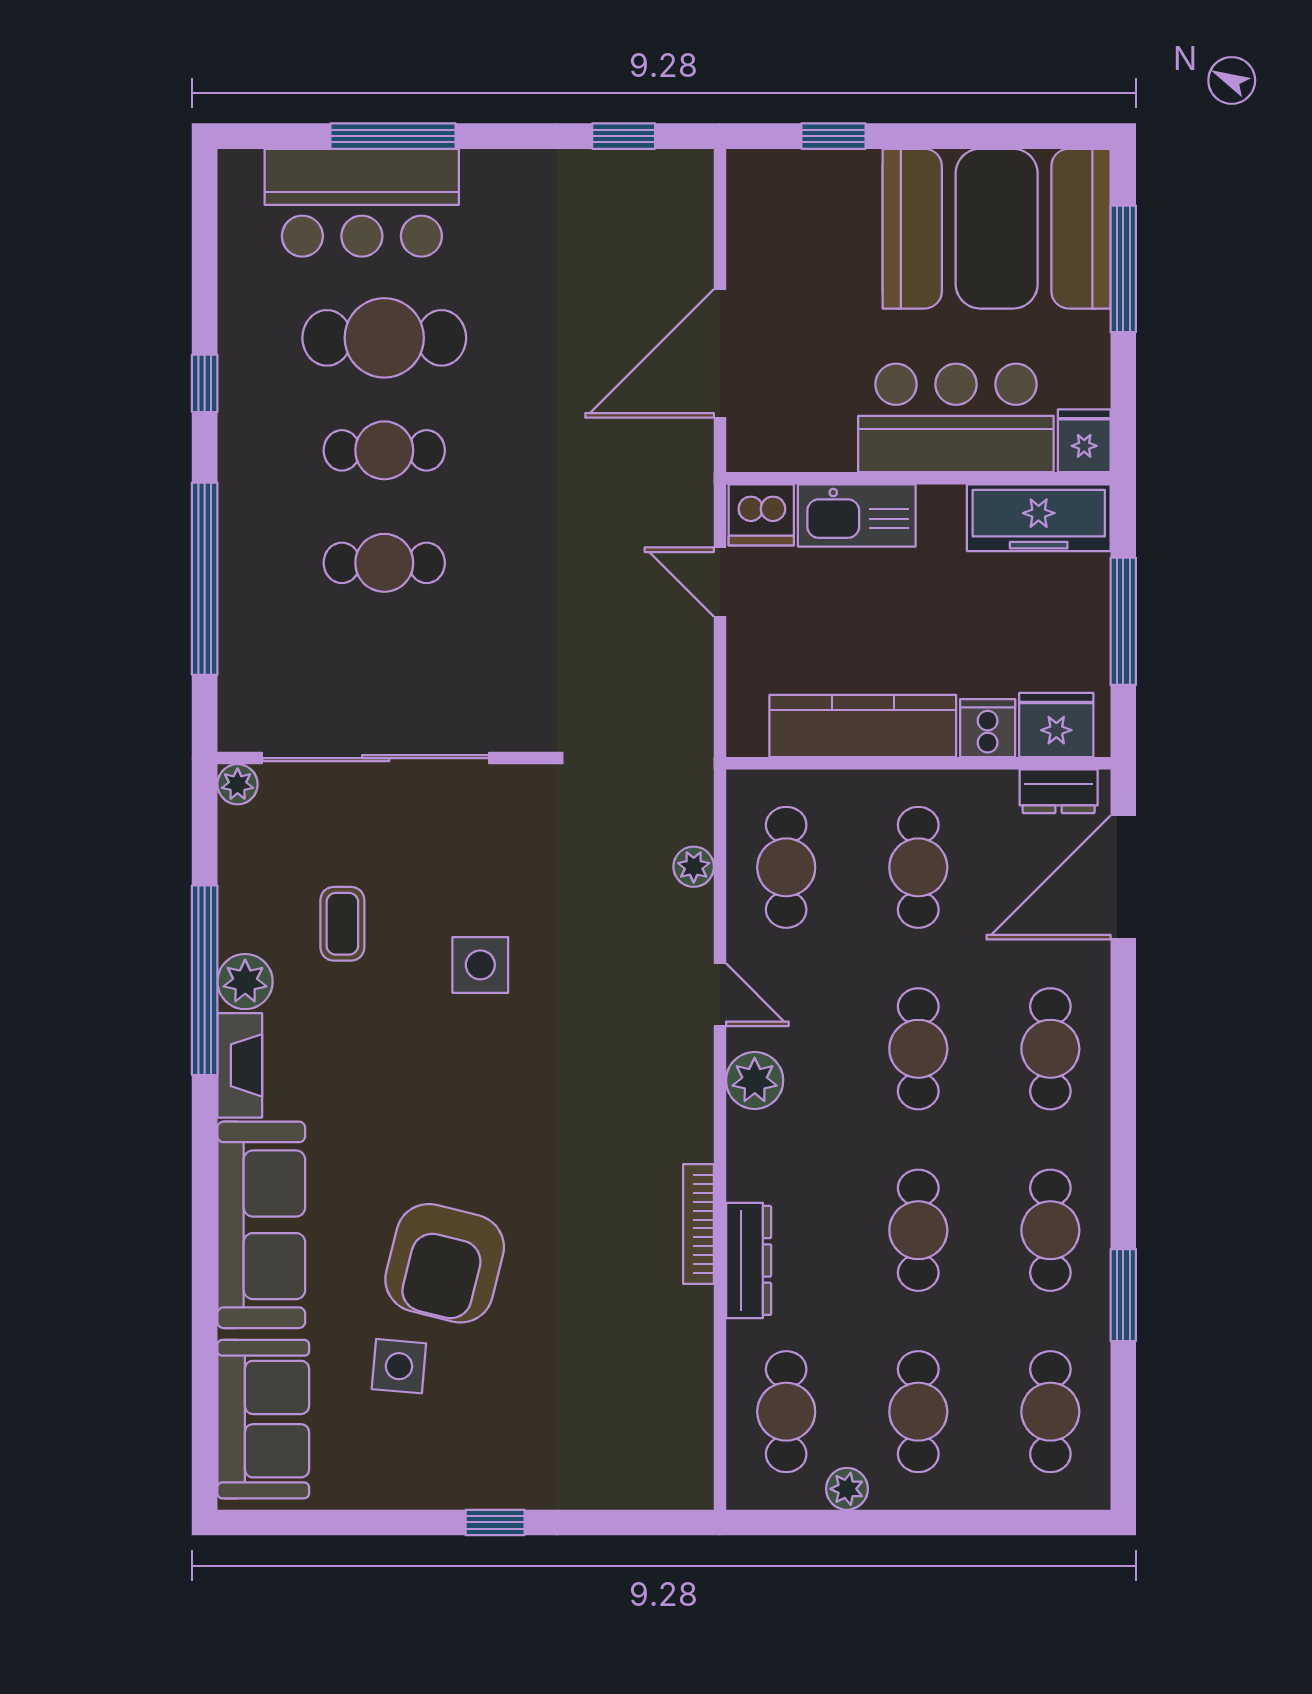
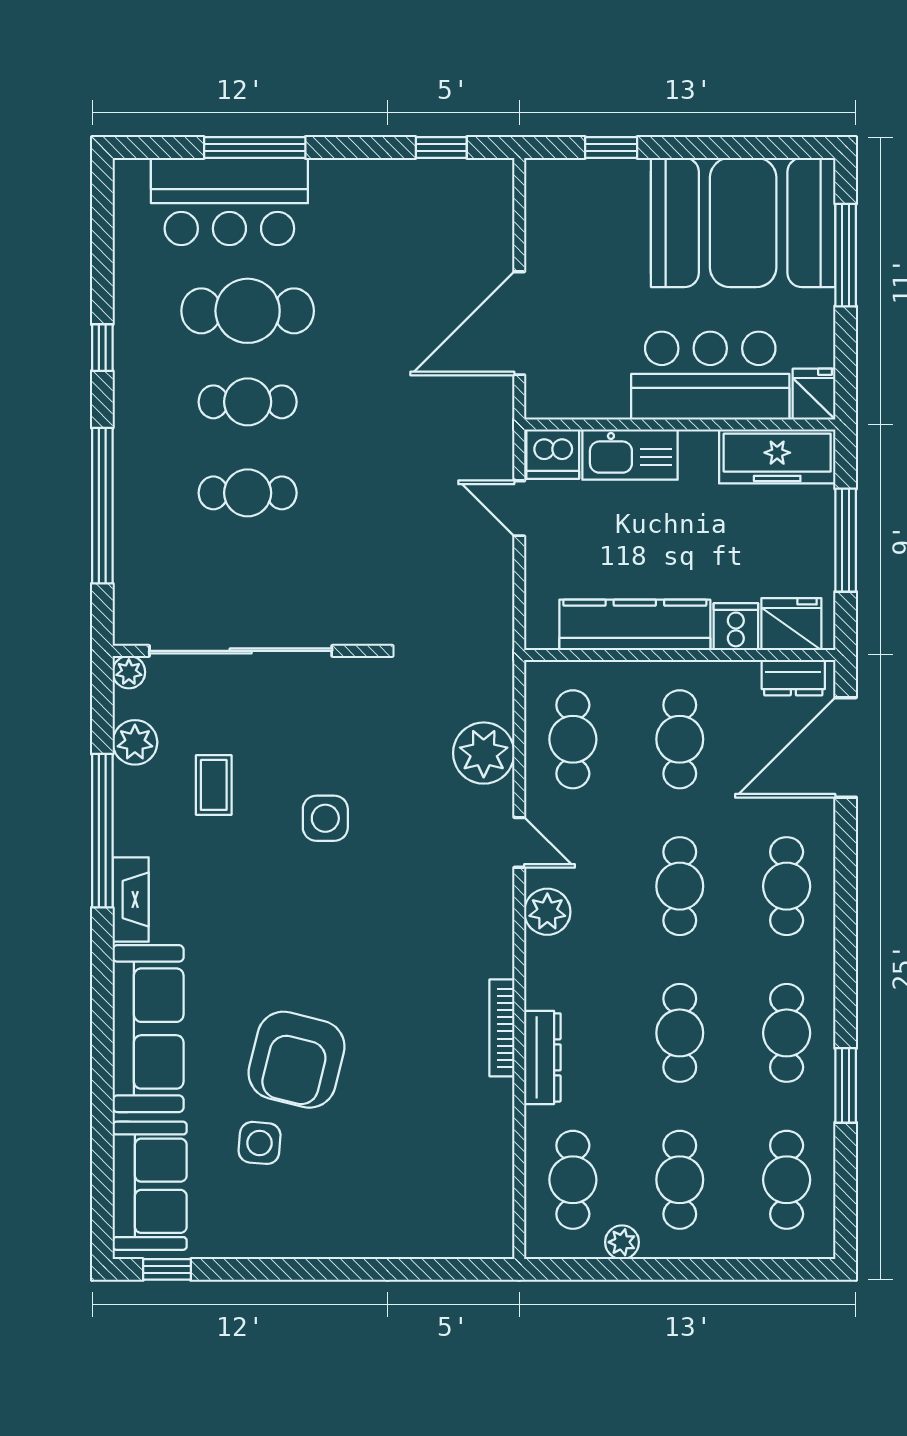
plant: (694, 867) -> (484, 753), width x1.87, depth x1.87
plant: (245, 982) -> (135, 742), moved
window: (495, 1522) -> (167, 1269), moved

